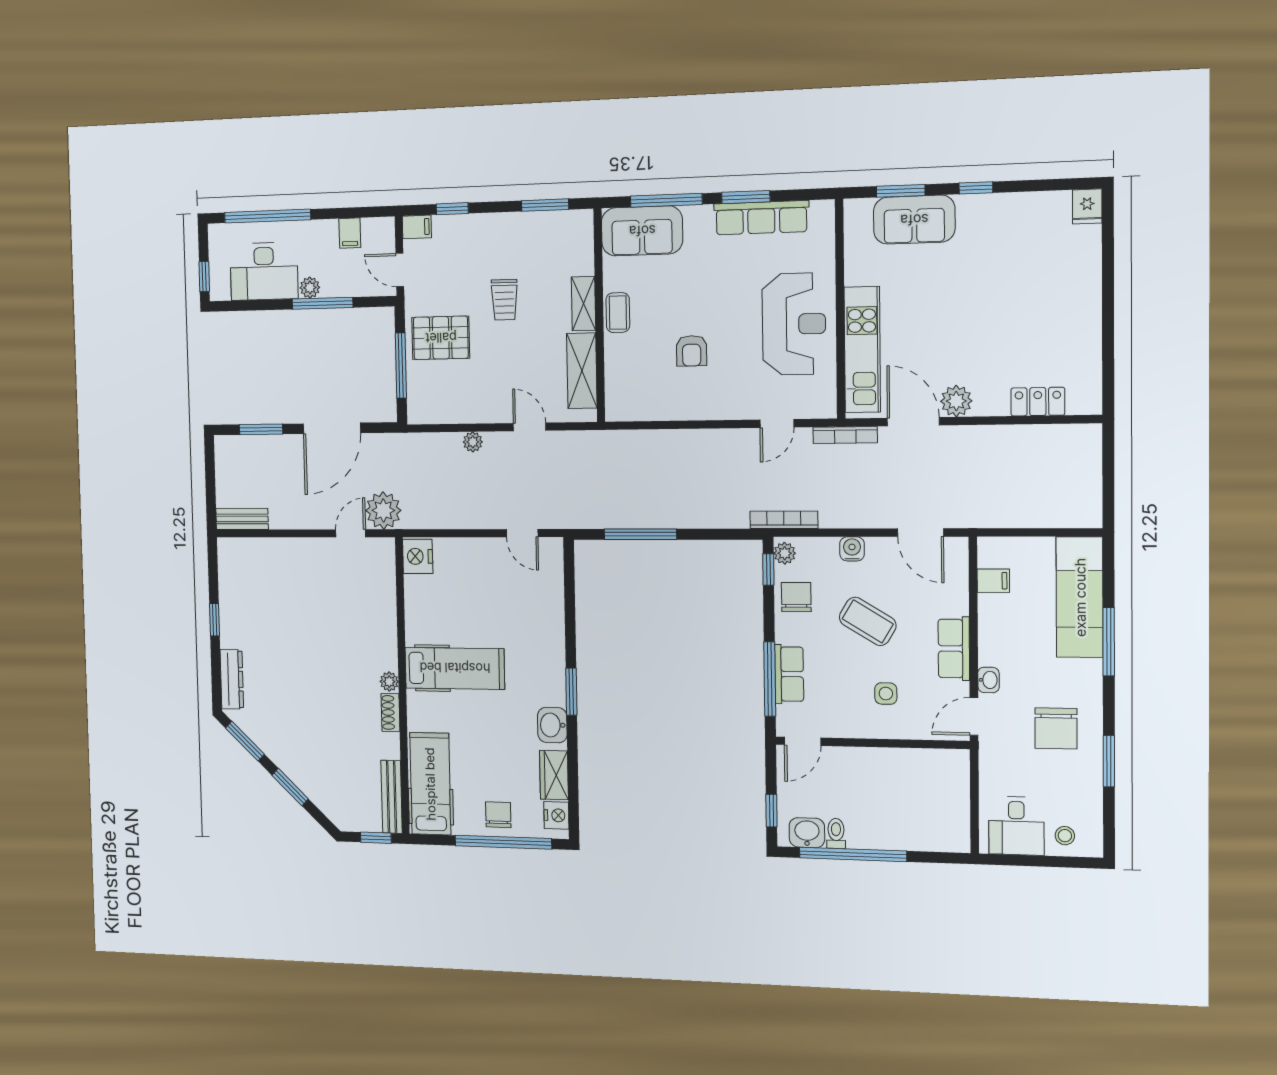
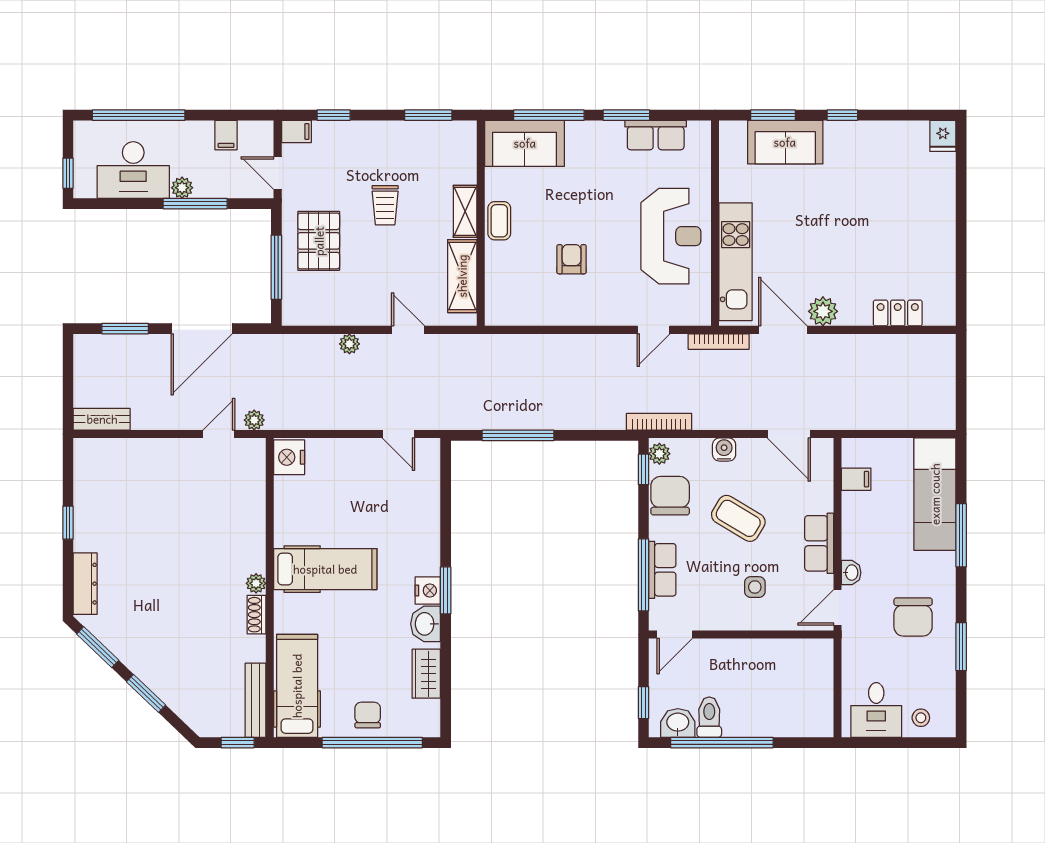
row of seats: (761, 218) -> (656, 135), width x0.68
pallet: (441, 338) -> (319, 241), turned 90
armchair: (692, 351) -> (572, 259), turned 180
plant: (383, 510) -> (254, 420), width x0.53, depth x0.53
chair: (796, 597) -> (670, 496), width x1.37, depth x1.37
nightstand: (556, 815) -> (428, 590), moved
toilet: (836, 833) -> (709, 717), width x1.37, depth x1.39

